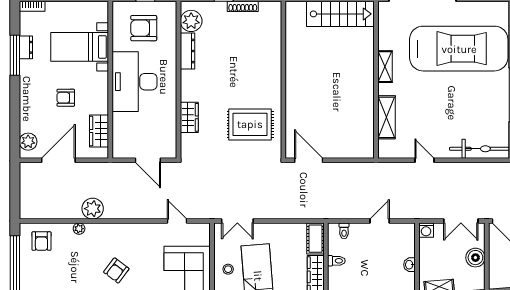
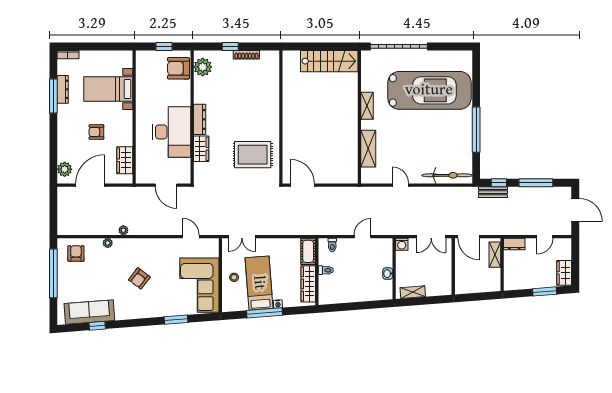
armchair: (144, 28) -> (178, 68), moved
dresser: (26, 47) -> (63, 89), width x1.44
dresser: (187, 51) -> (200, 119), moved
desk: (134, 82) -> (171, 132), moved, turned 180
plant: (93, 209) -> (123, 230), width x0.53, depth x0.53
armchair: (41, 241) -> (76, 254), turned 180
boiler: (475, 258) -> (444, 267), removed

